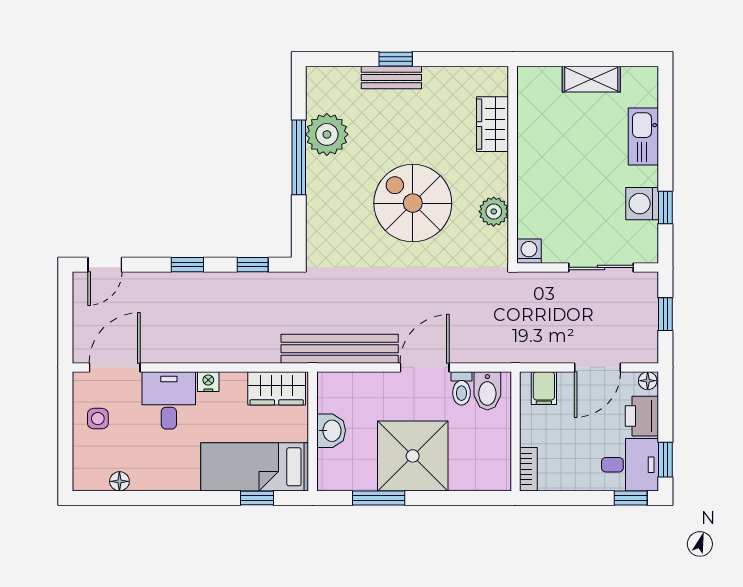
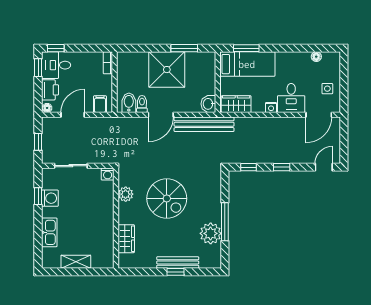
bench: (391, 78) -> (178, 262), width x1.36
washbasin: (331, 431) -> (208, 104), moved
window: (257, 498) -> (246, 48), width x1.50

